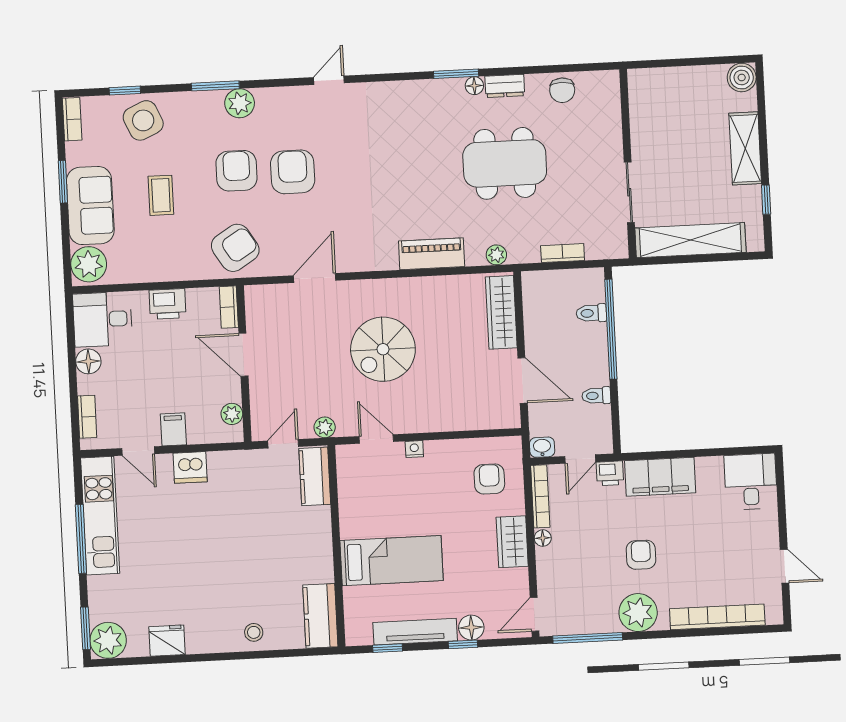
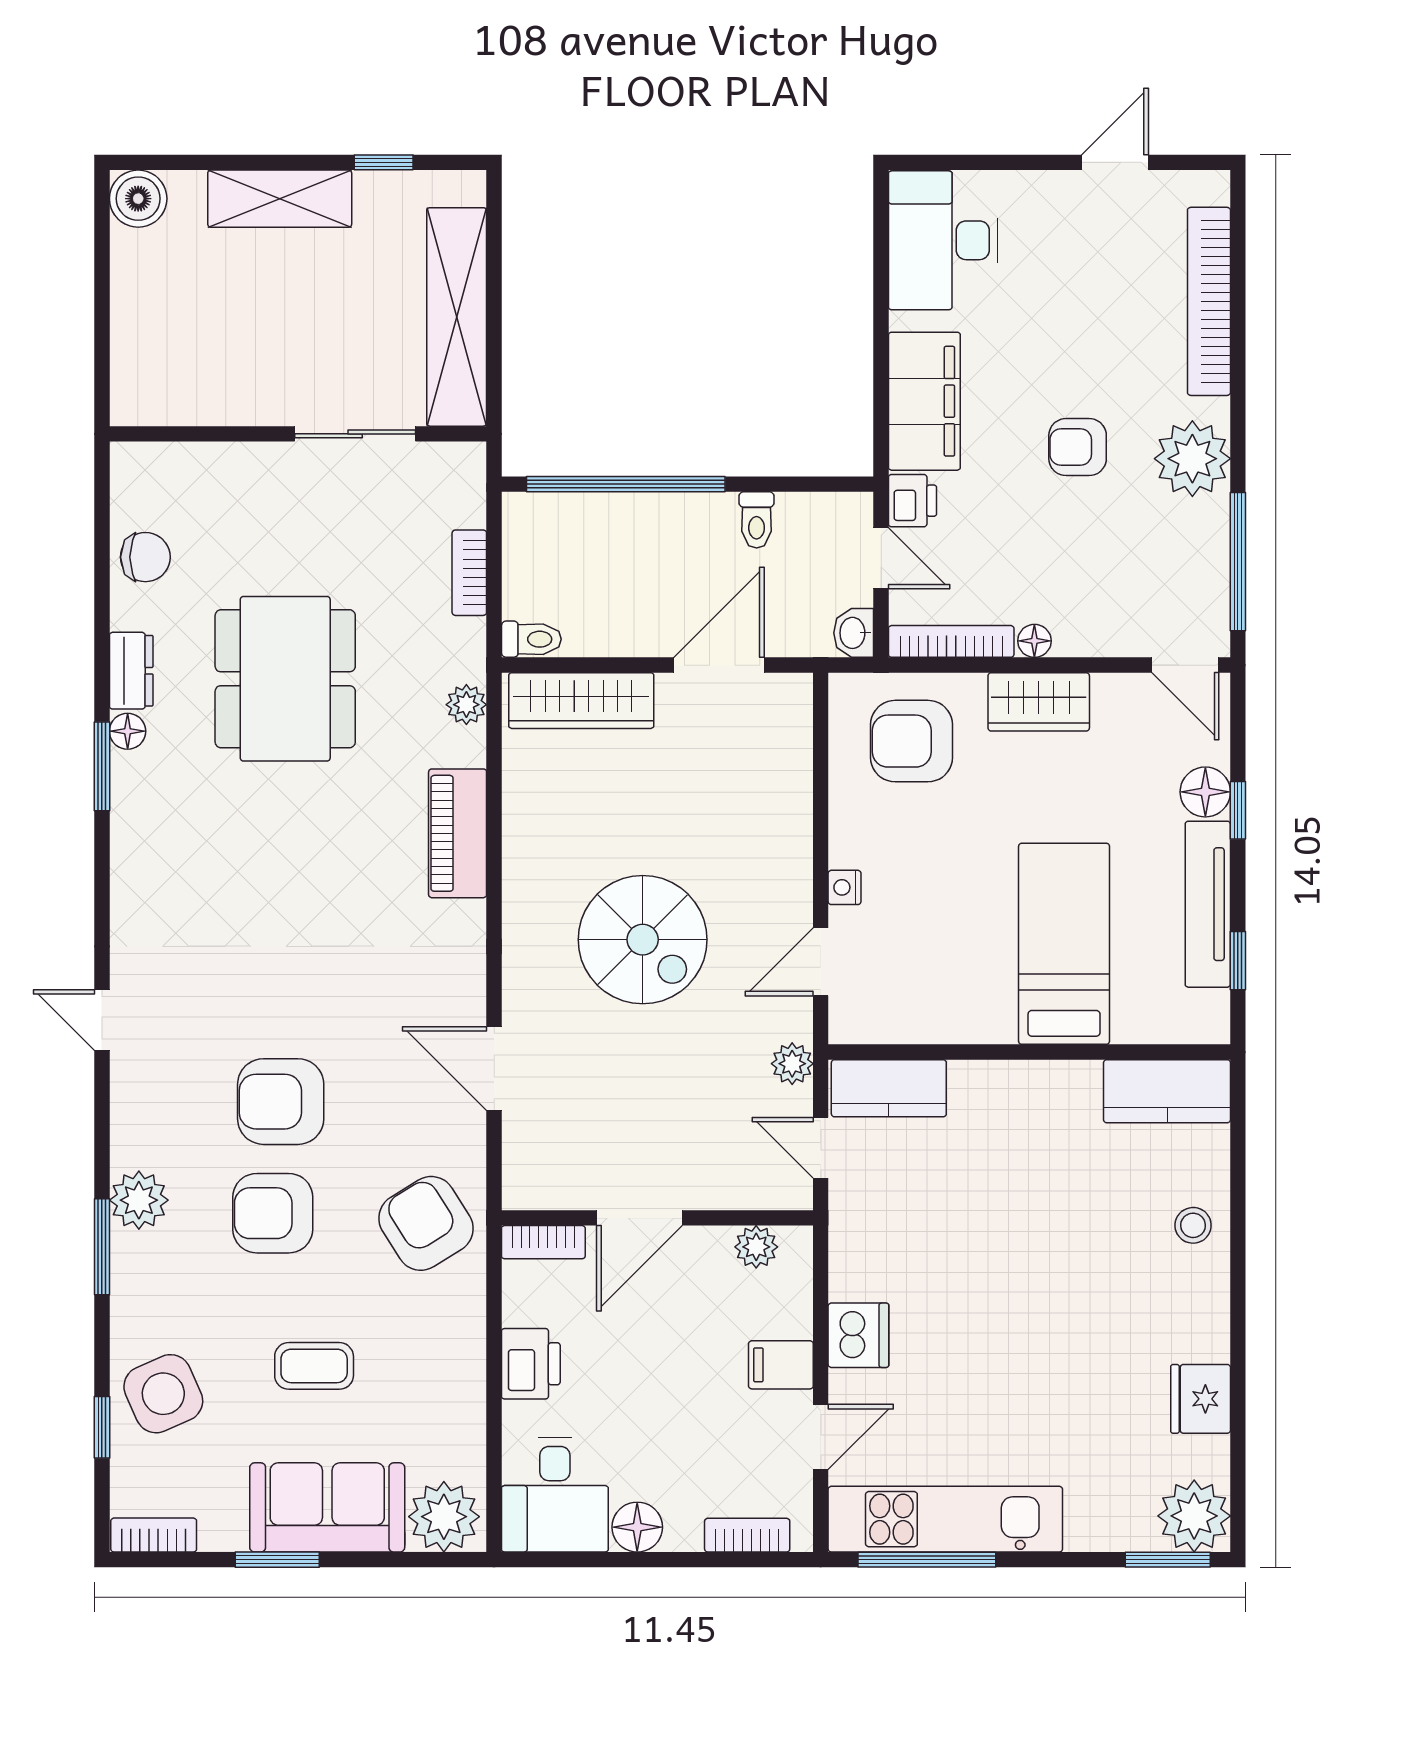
toilet: (591, 313) -> (531, 639), moved, turned -90
armchair: (489, 479) -> (912, 741), width x1.38, depth x1.38
desk: (751, 482) -> (943, 240), width x1.37
window: (81, 539) -> (927, 1560), moved

